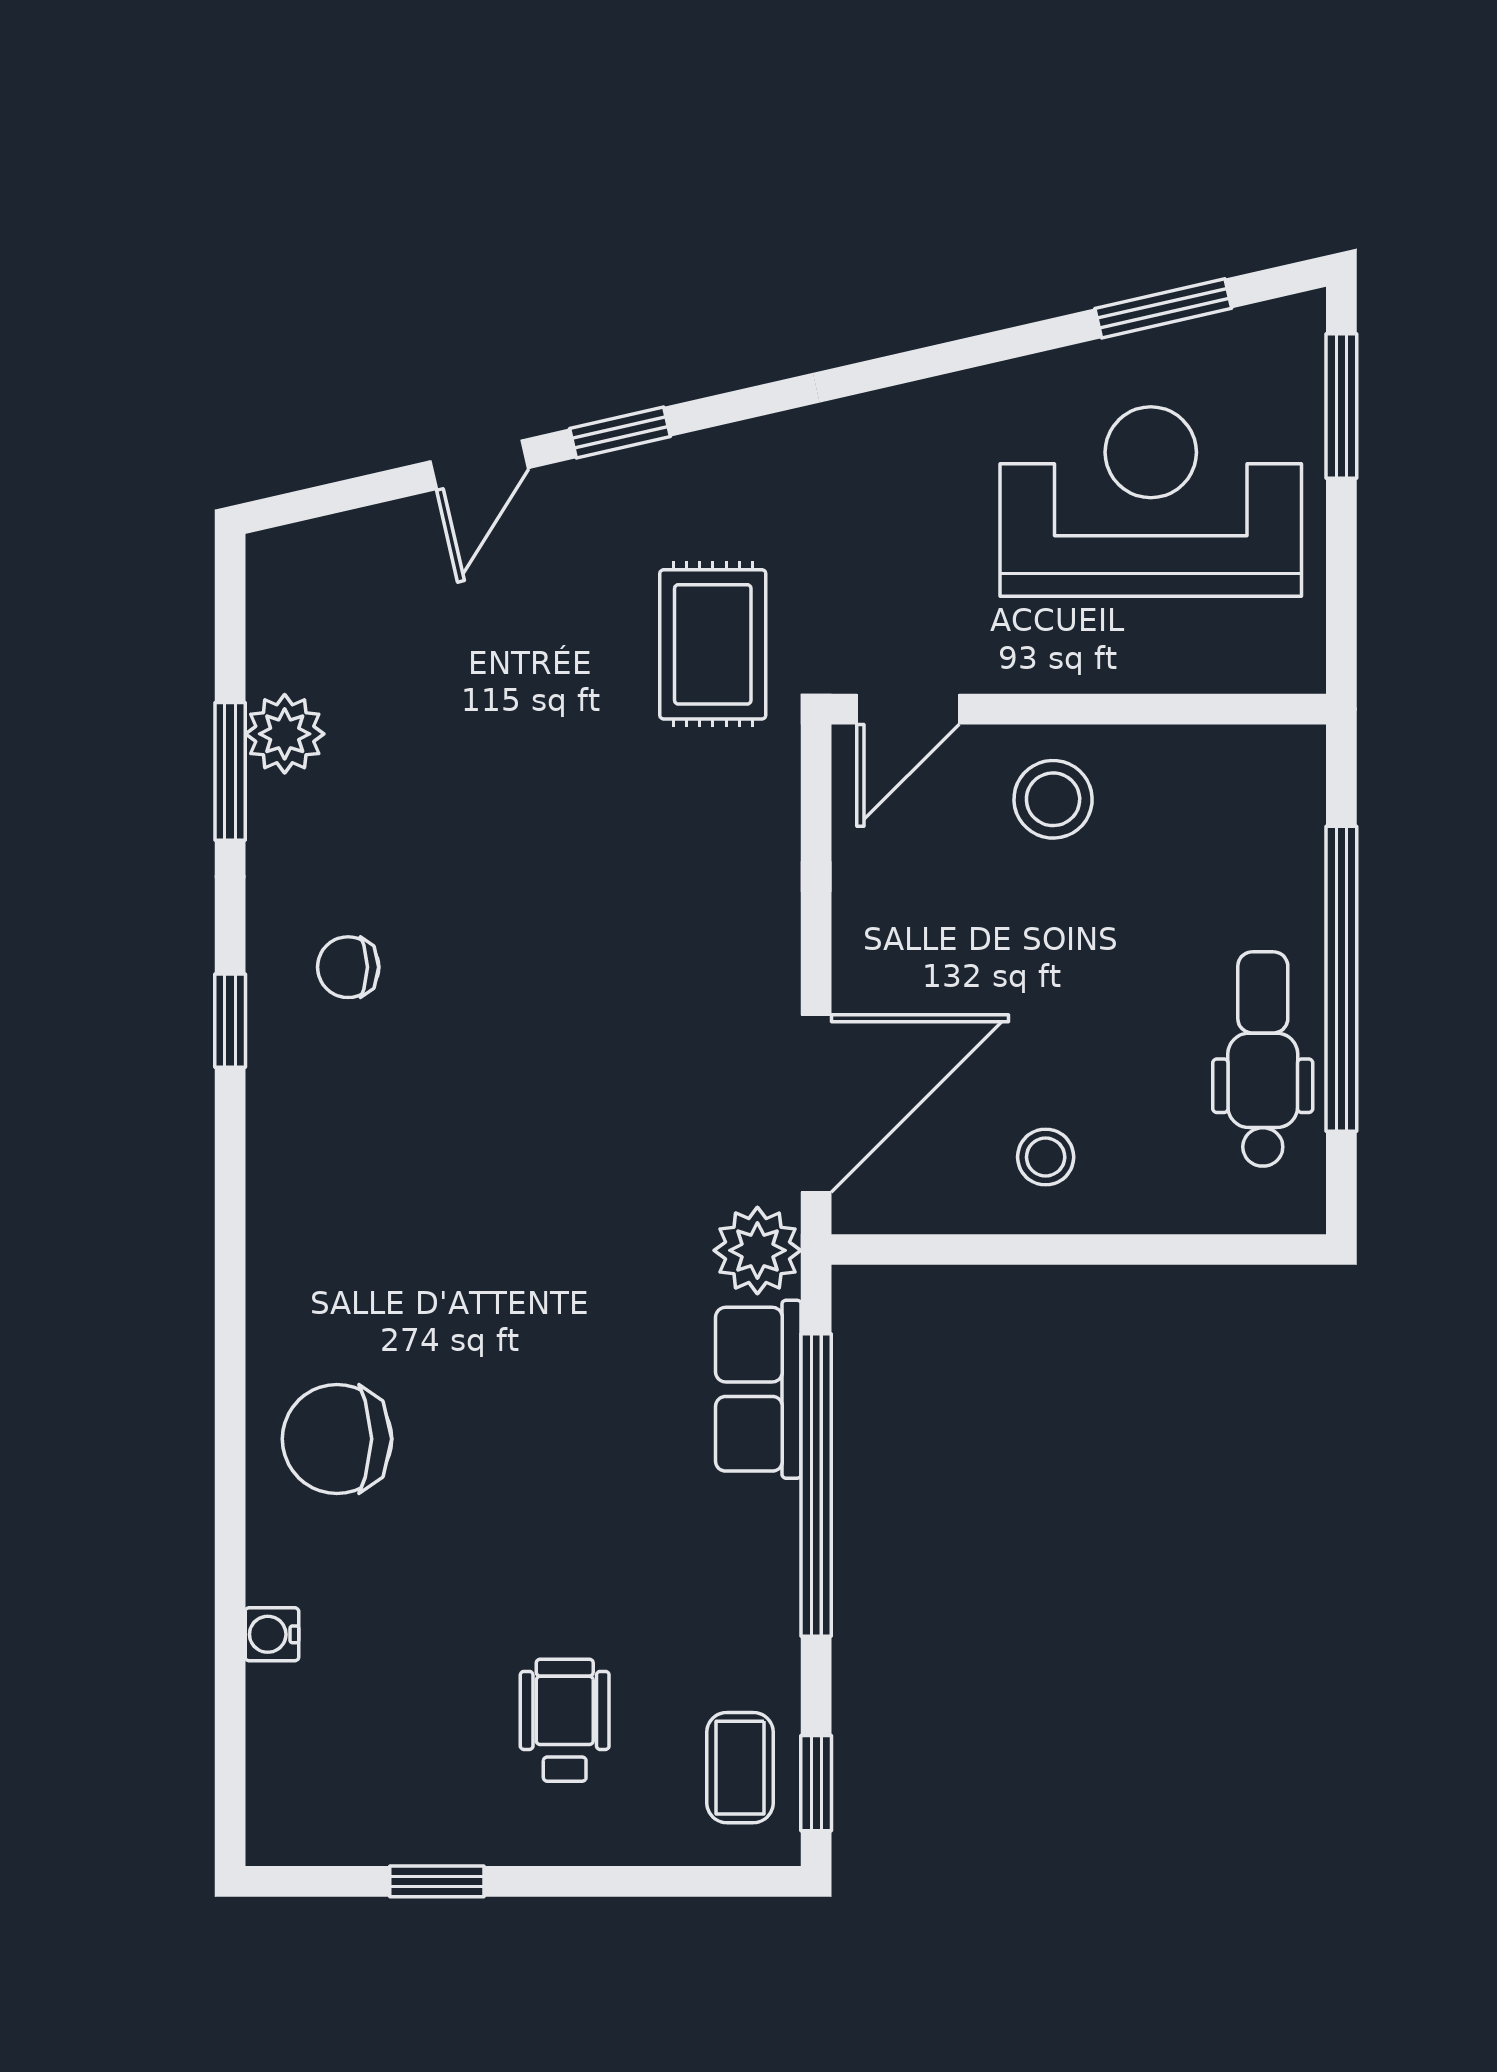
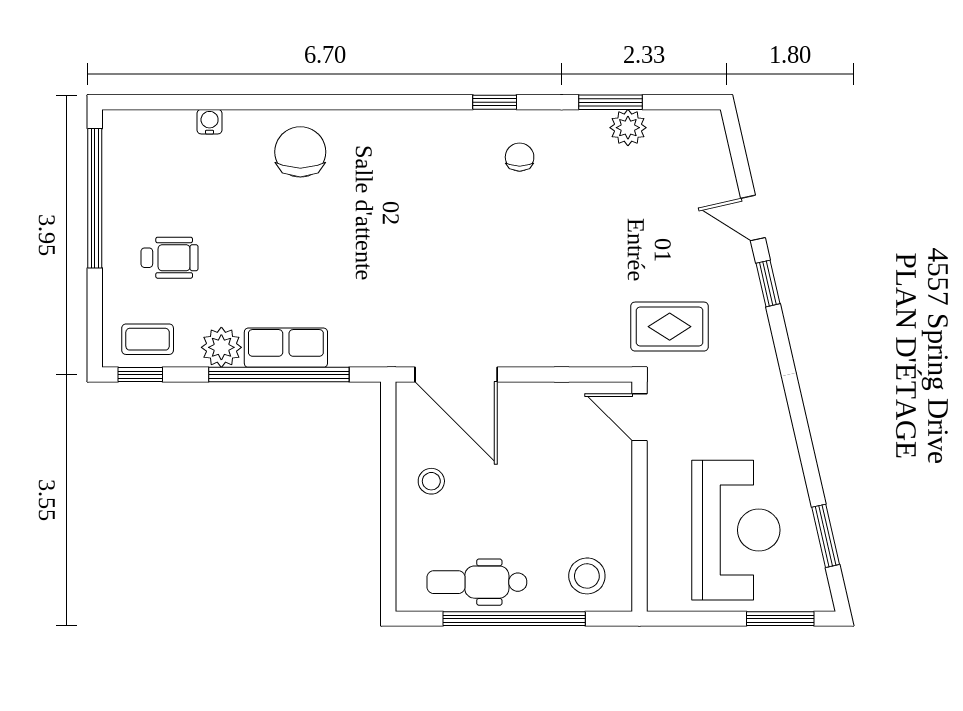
stool: (1053, 799) -> (587, 576), moved
dental chair: (1263, 1059) -> (477, 582), turned 180
plant: (757, 1250) -> (221, 347), moved
row of seats: (758, 1389) -> (286, 348), moved
window: (437, 1881) -> (95, 198), width x3.17

